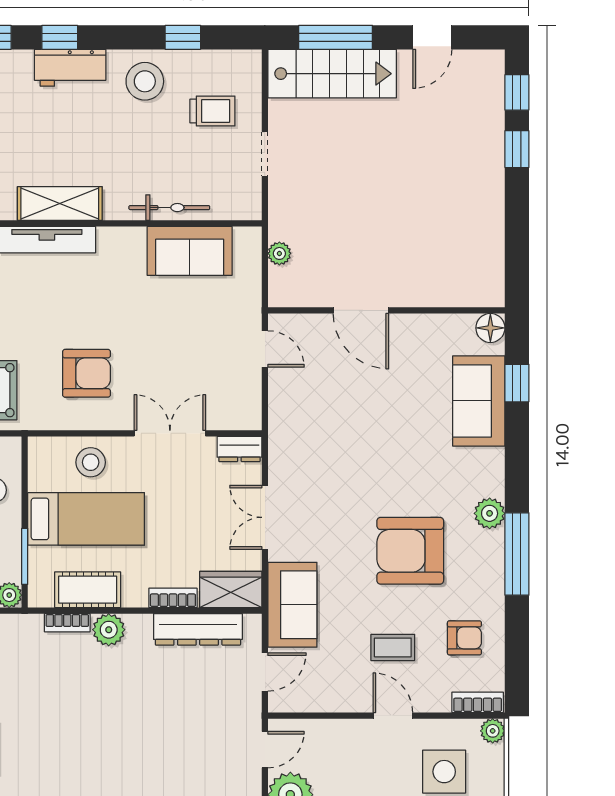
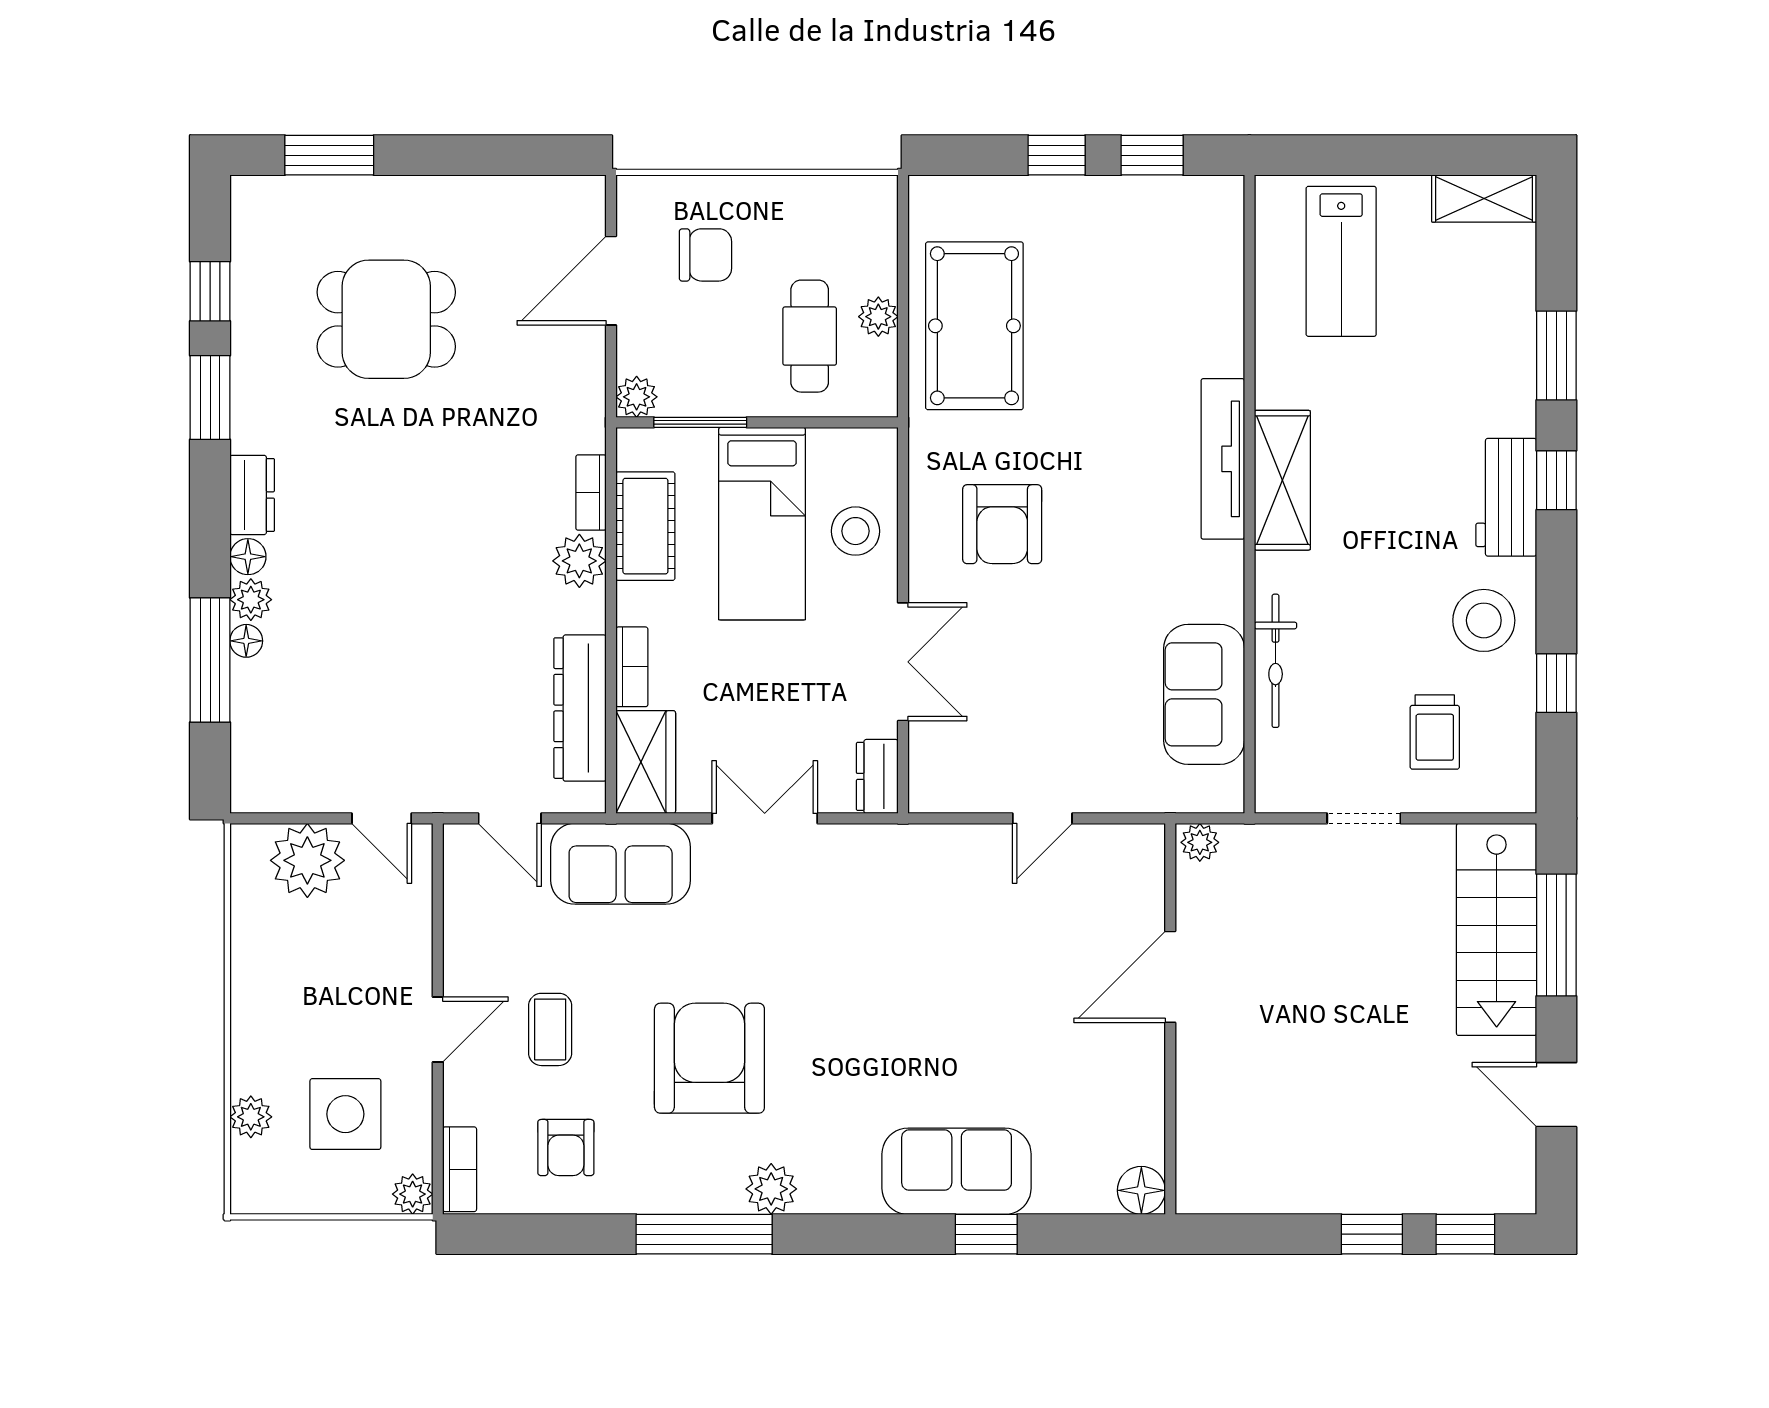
door: (361, 310) -> (1170, 977), moved
wall: (386, 310) -> (1170, 1019), moved
floor lamp: (490, 328) -> (1141, 1190), moved

